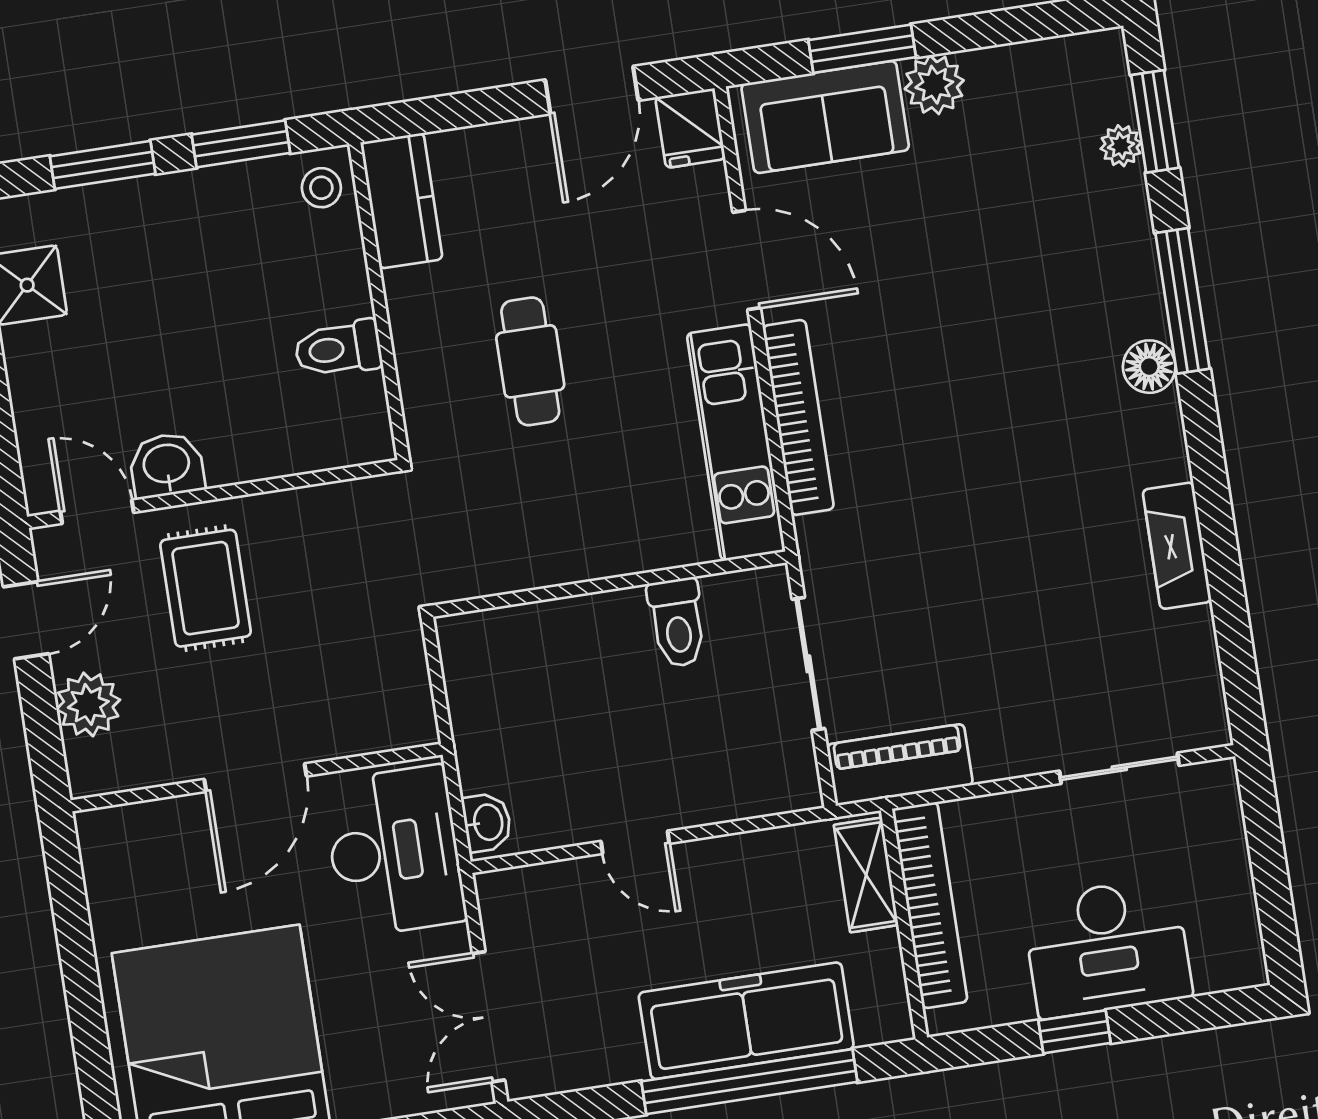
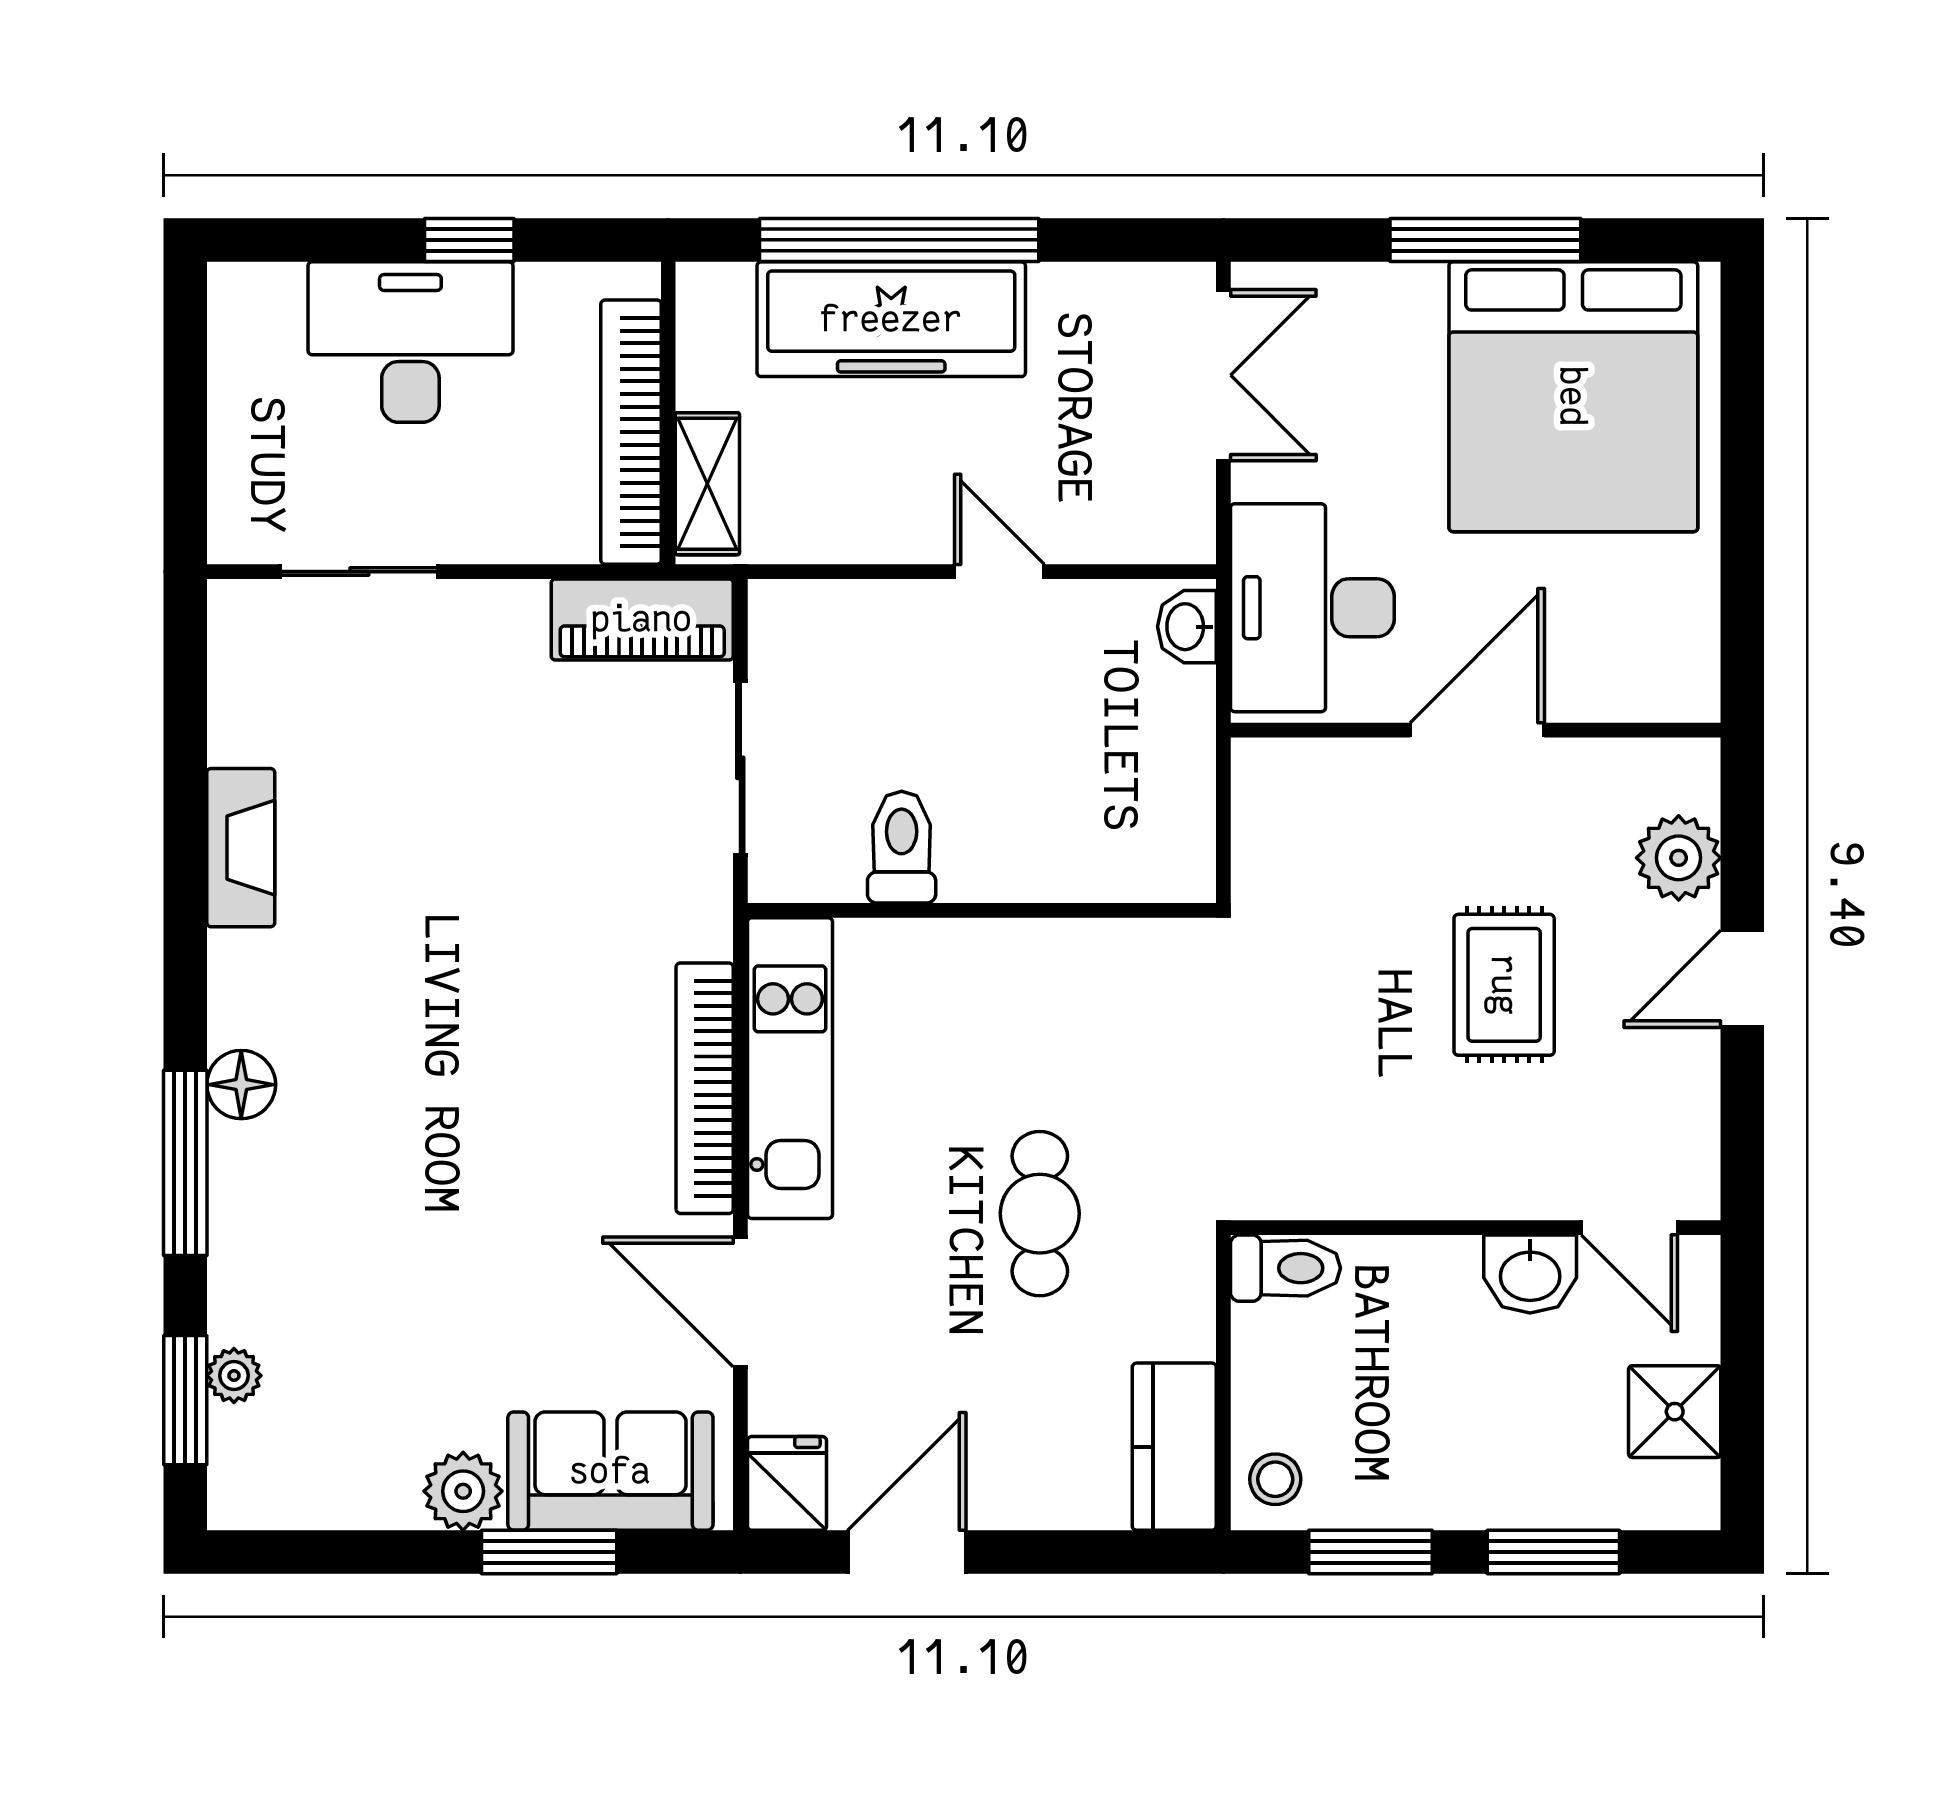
washbasin: (167, 465) -> (1530, 1274), moved
wall: (213, 494) -> (1476, 1228), moved
door: (97, 512) -> (1629, 1228), moved

